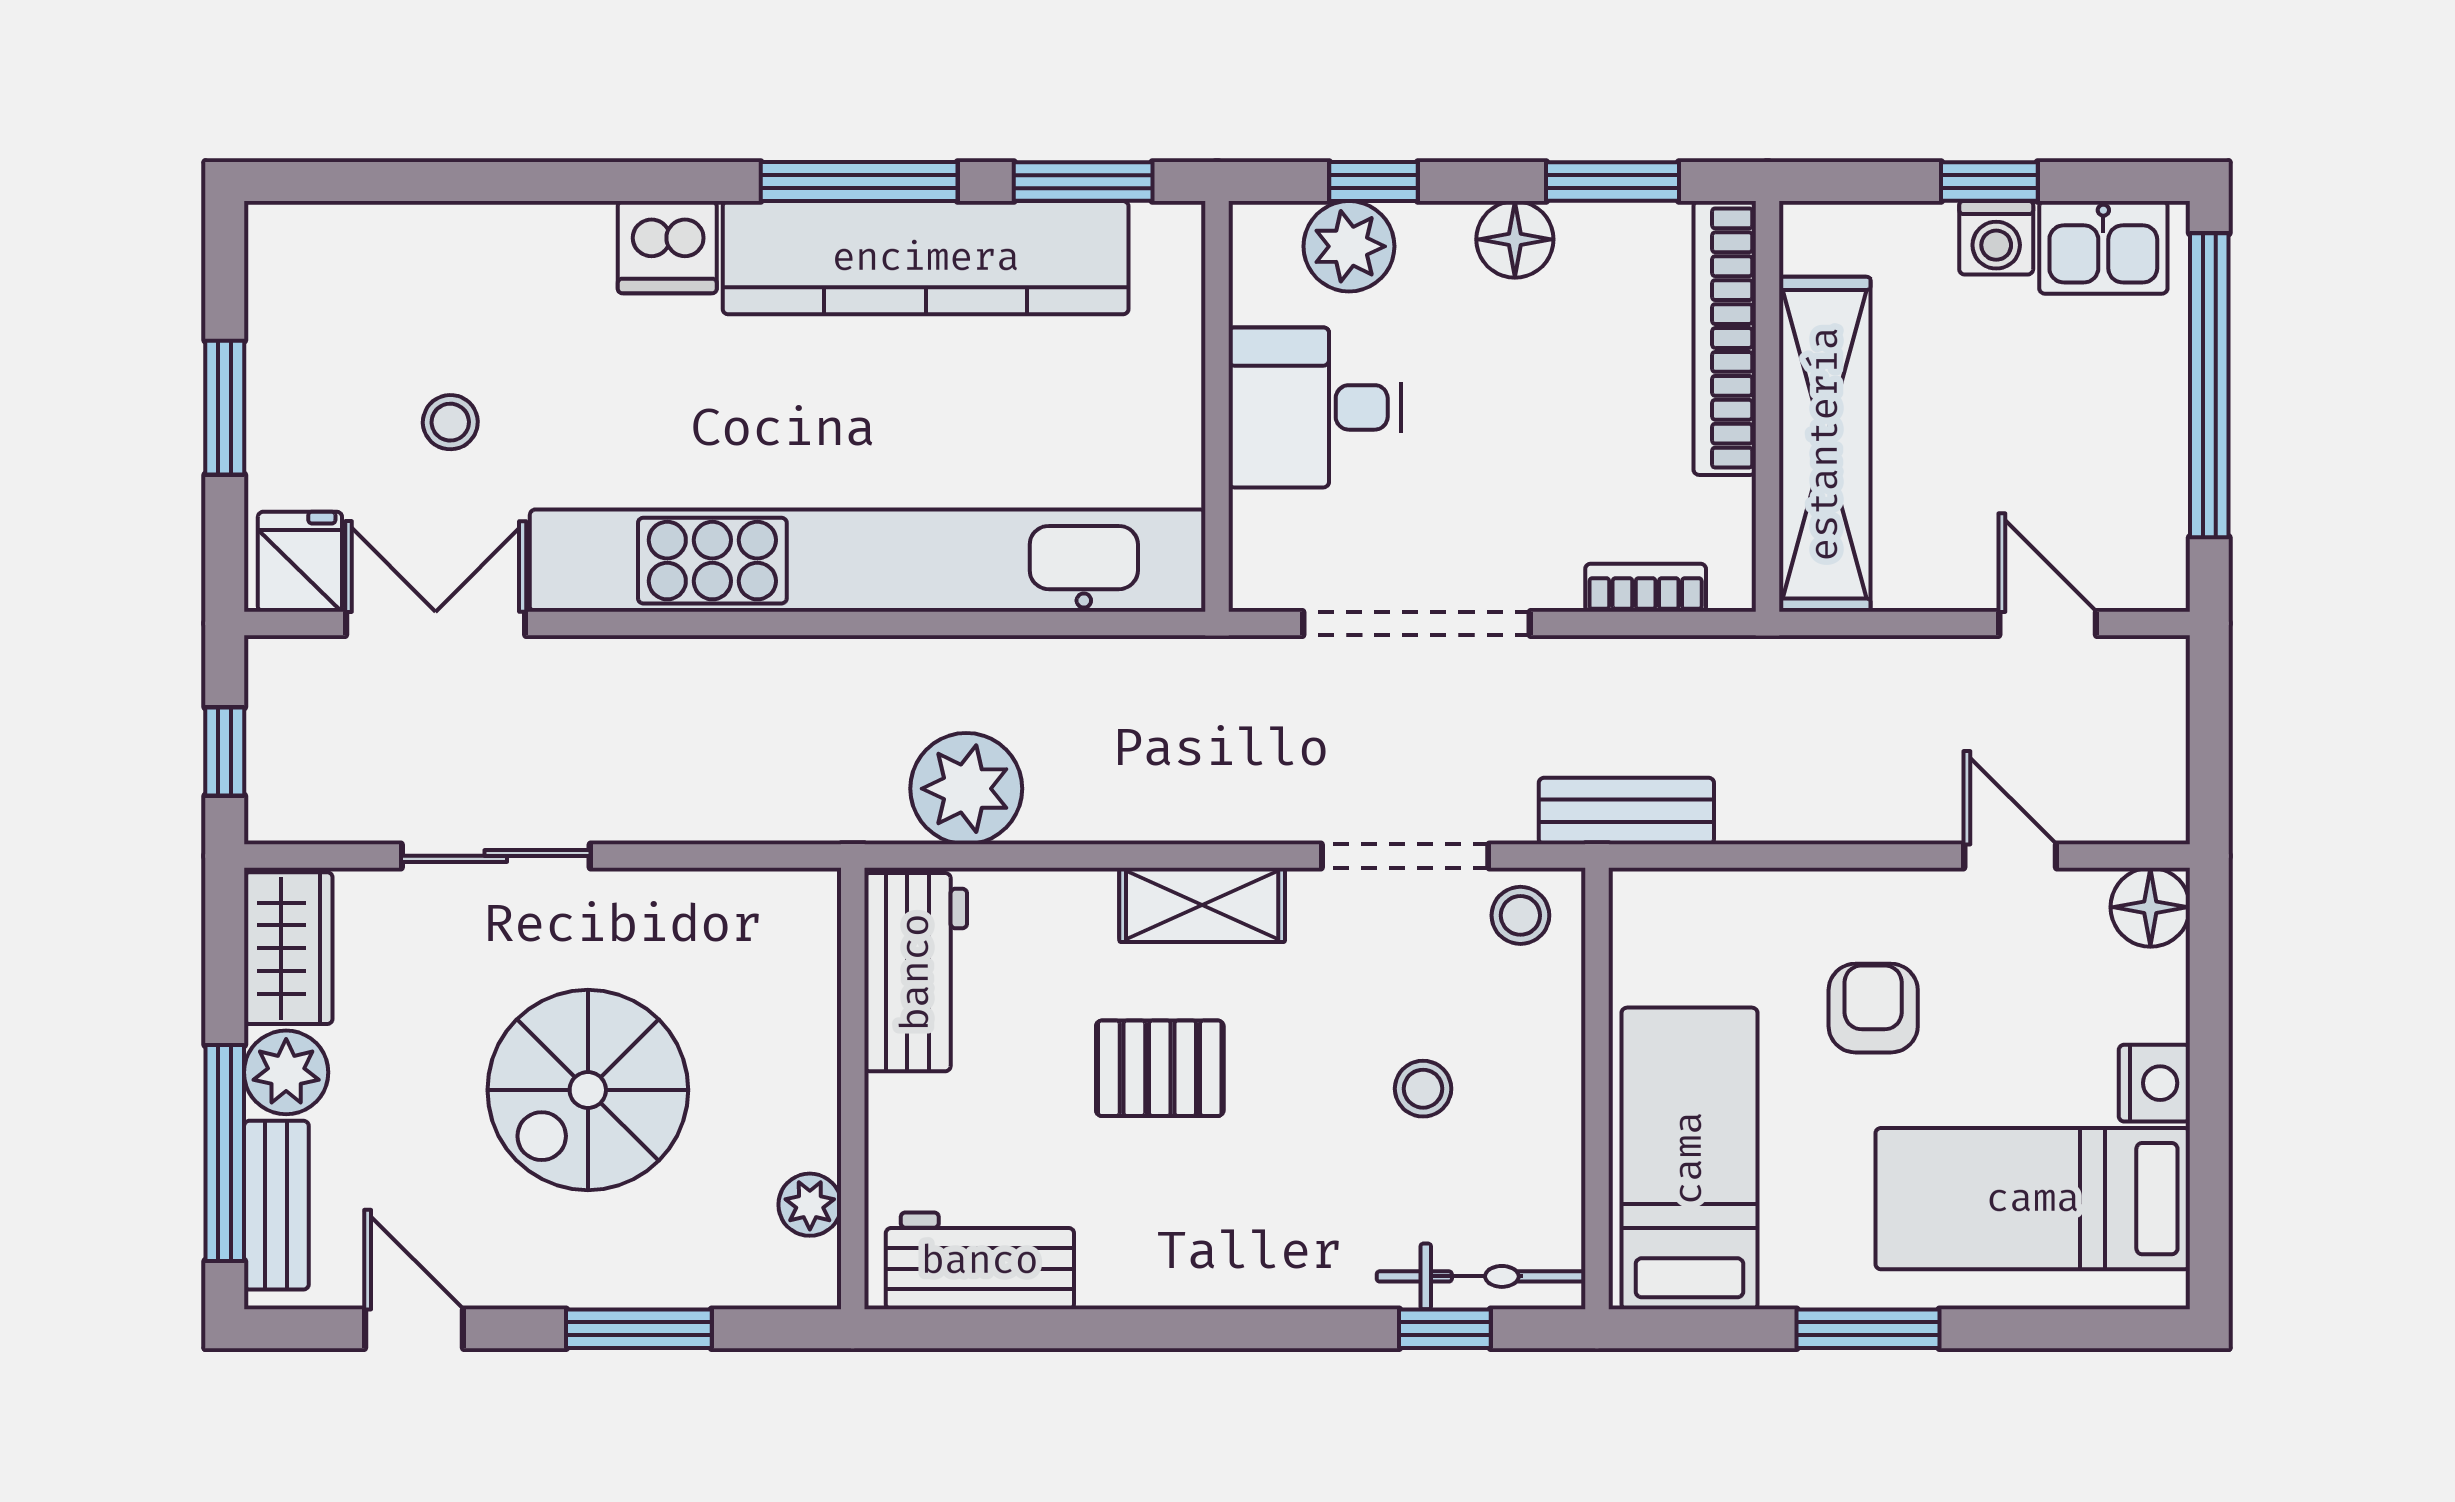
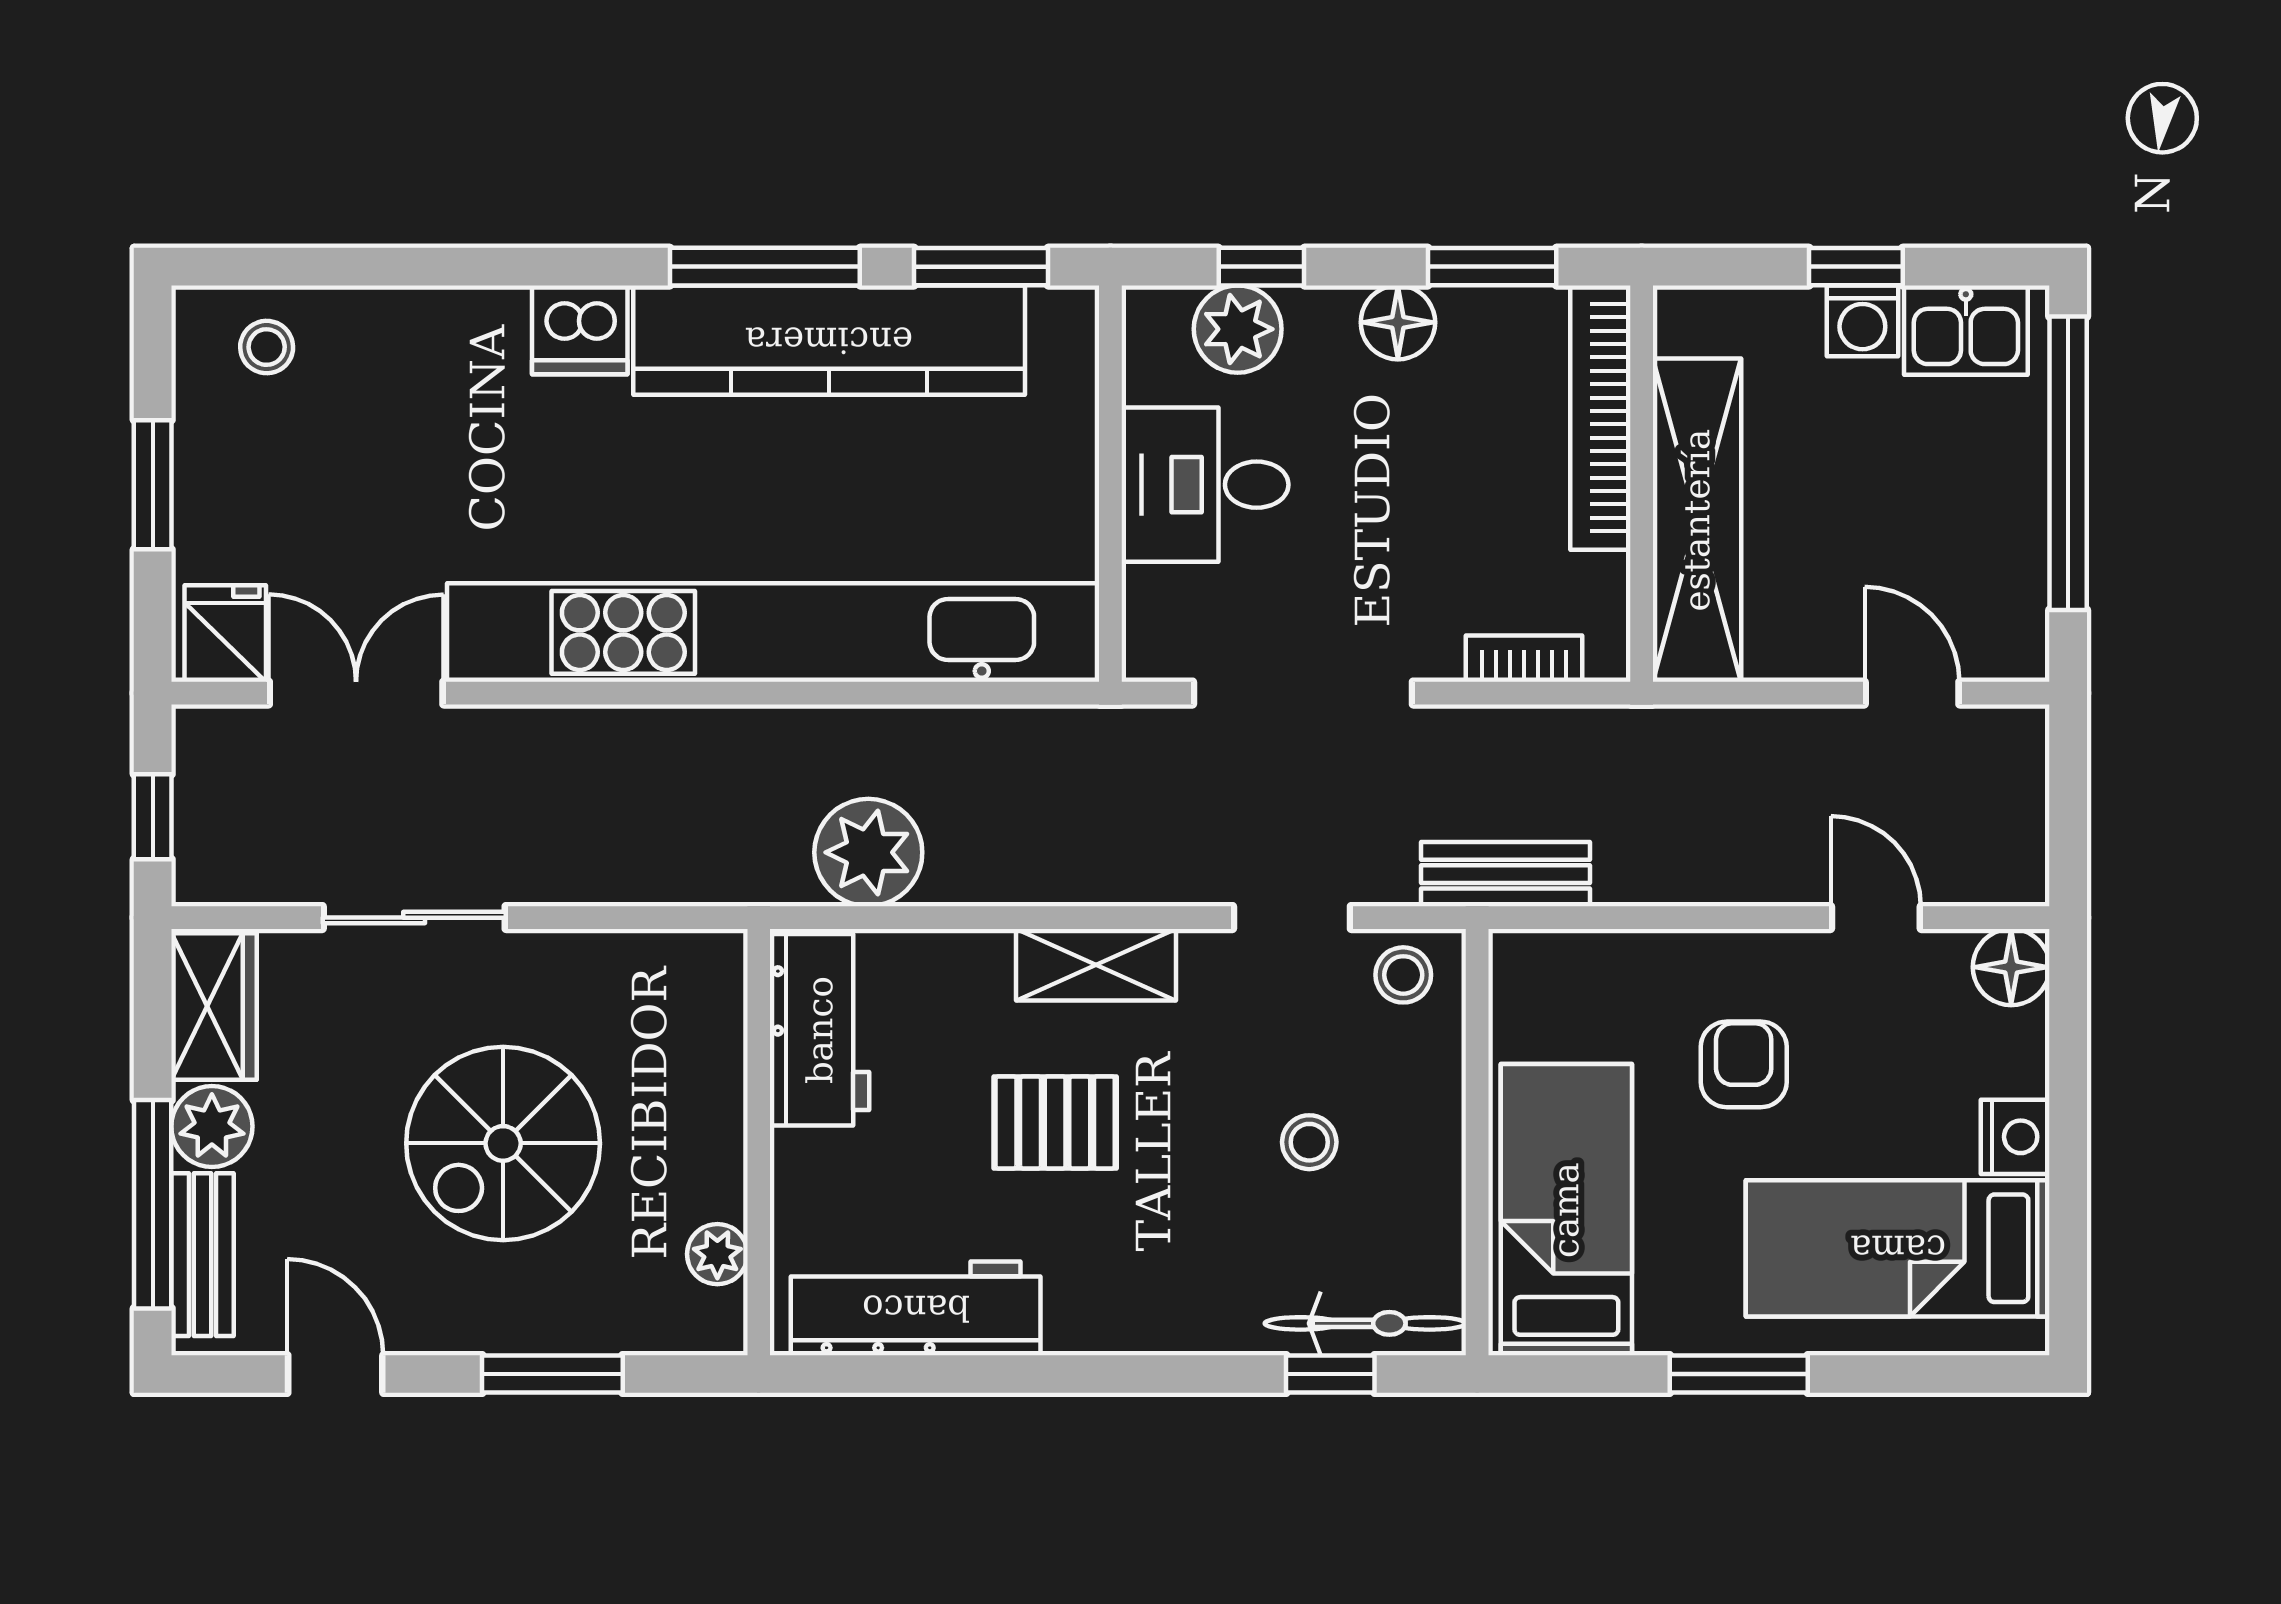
stool: (450, 422) -> (267, 347), moved
doorway: (1405, 856) -> (1292, 918), width x0.73
workbench: (980, 1261) -> (916, 1308), width x1.38

